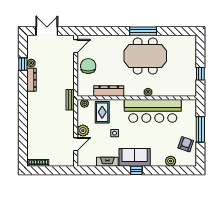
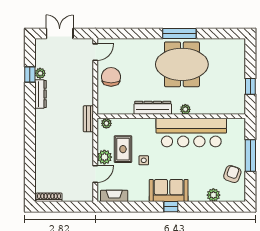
dresser: (109, 91) -> (153, 108), moved
rug: (102, 112) -> (123, 149), moved
fireplace: (107, 162) -> (114, 196), moved

